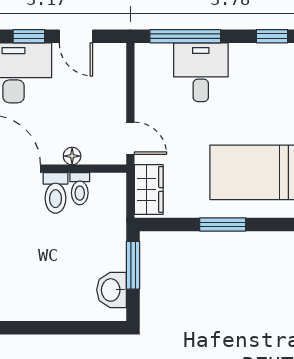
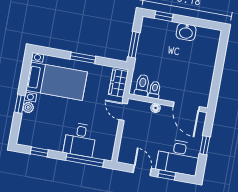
toilet: (55, 193) -> (142, 85), moved
washbasin: (112, 290) -> (186, 32), moved, turned 90
window: (87, 328) -> (164, 16), added

